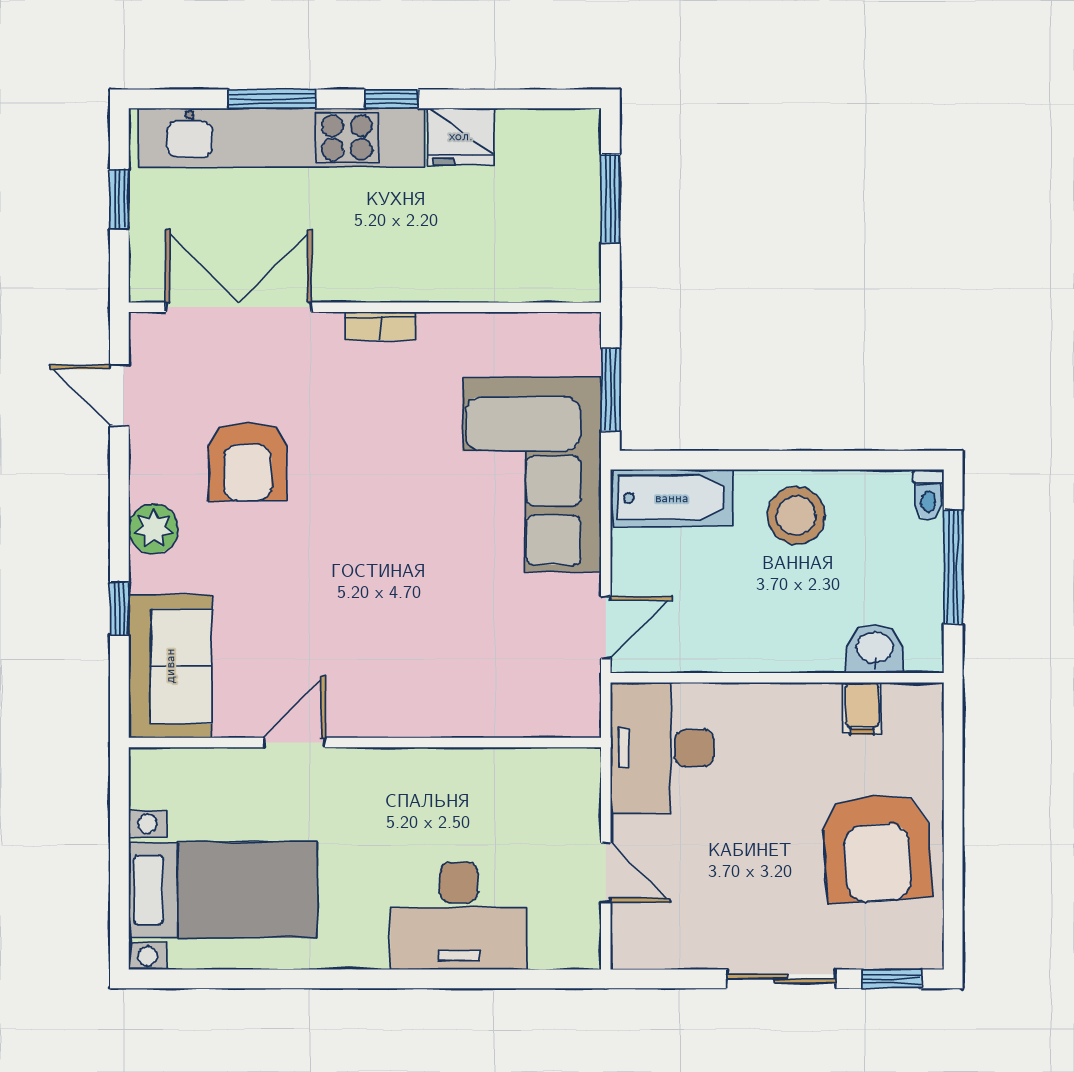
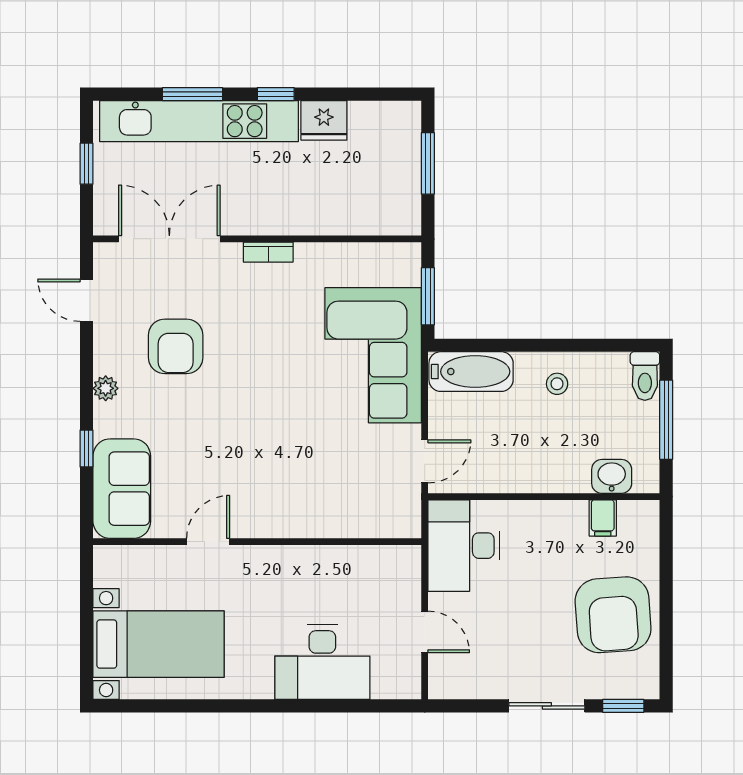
toilet: (928, 495) -> (645, 376), width x1.37, depth x1.39
stool: (796, 515) -> (557, 384), width x0.53, depth x0.53
plant: (154, 529) -> (106, 388), width x0.73, depth x0.73

